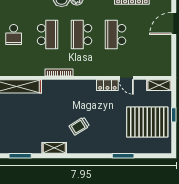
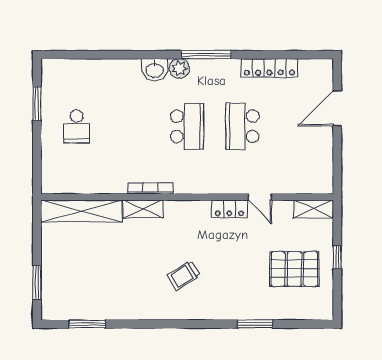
school desk: (48, 35) -> (132, 126), removed
school desk: (82, 35) -> (187, 126), turned 180
pallet: (147, 122) -> (294, 269), width x0.73, depth x0.71
shelving: (54, 148) -> (143, 209), moved

